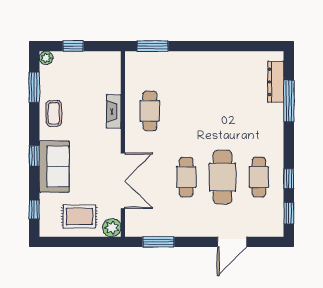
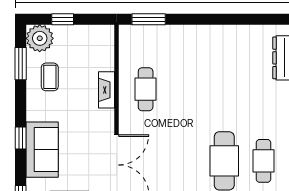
plant: (46, 58) -> (40, 38), width x1.87, depth x1.87
coffee table: (54, 113) -> (50, 77), moved
cafe table: (186, 177) -> (185, 161), removed

